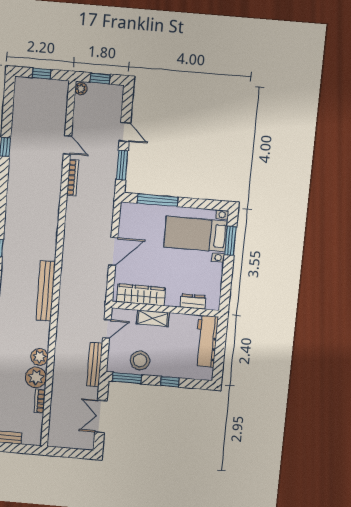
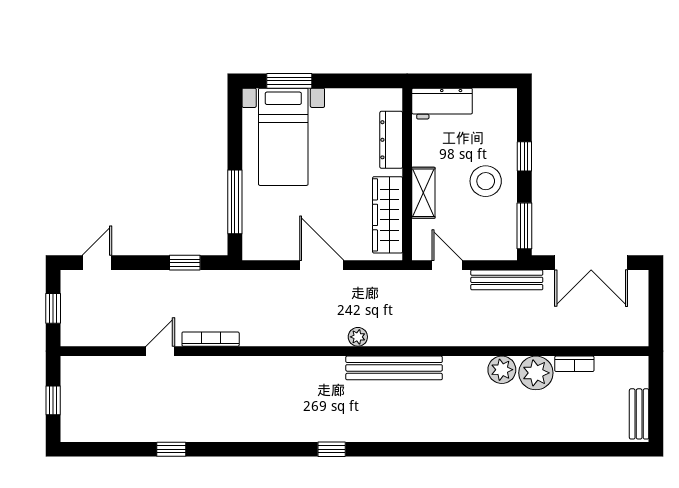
plant: (81, 89) -> (358, 337), moved
door: (125, 132) -> (97, 263), moved
window: (122, 165) -> (185, 263), width x0.67
dresser: (193, 302) -> (391, 140), width x1.44
workbench: (206, 341) -> (442, 104), width x0.73
stool: (140, 360) -> (486, 181), moved
double door: (101, 416) -> (591, 263), width x1.37

